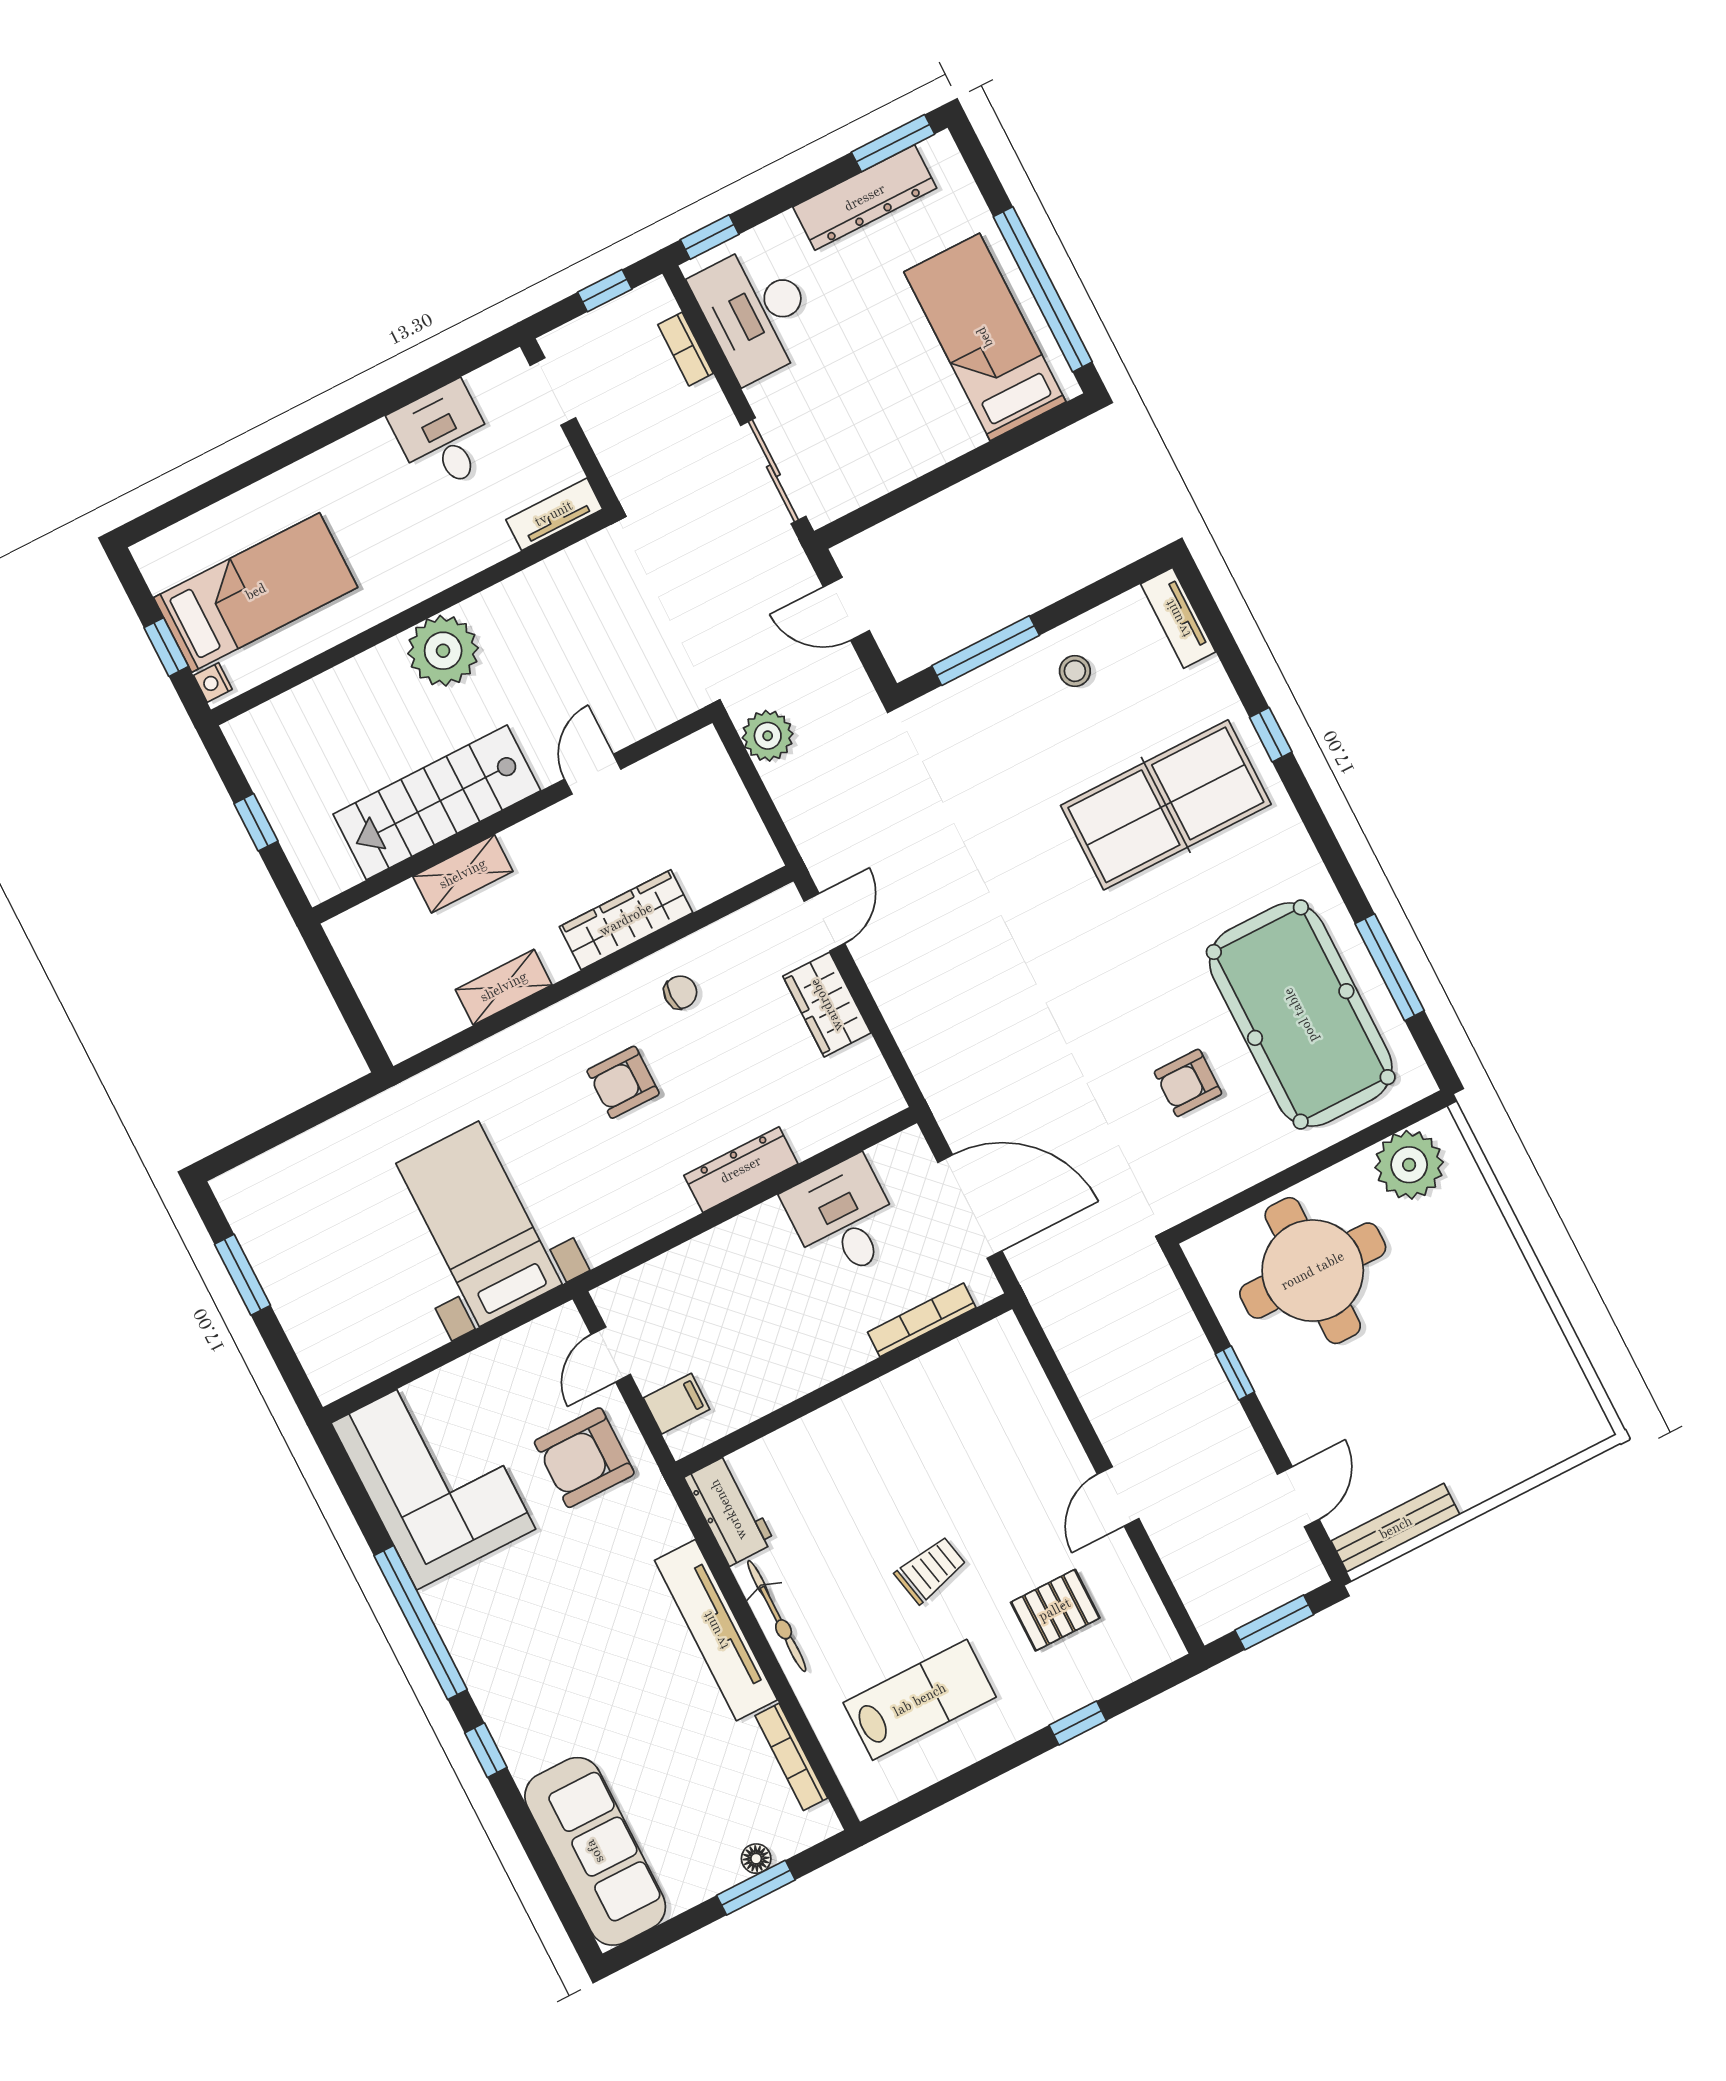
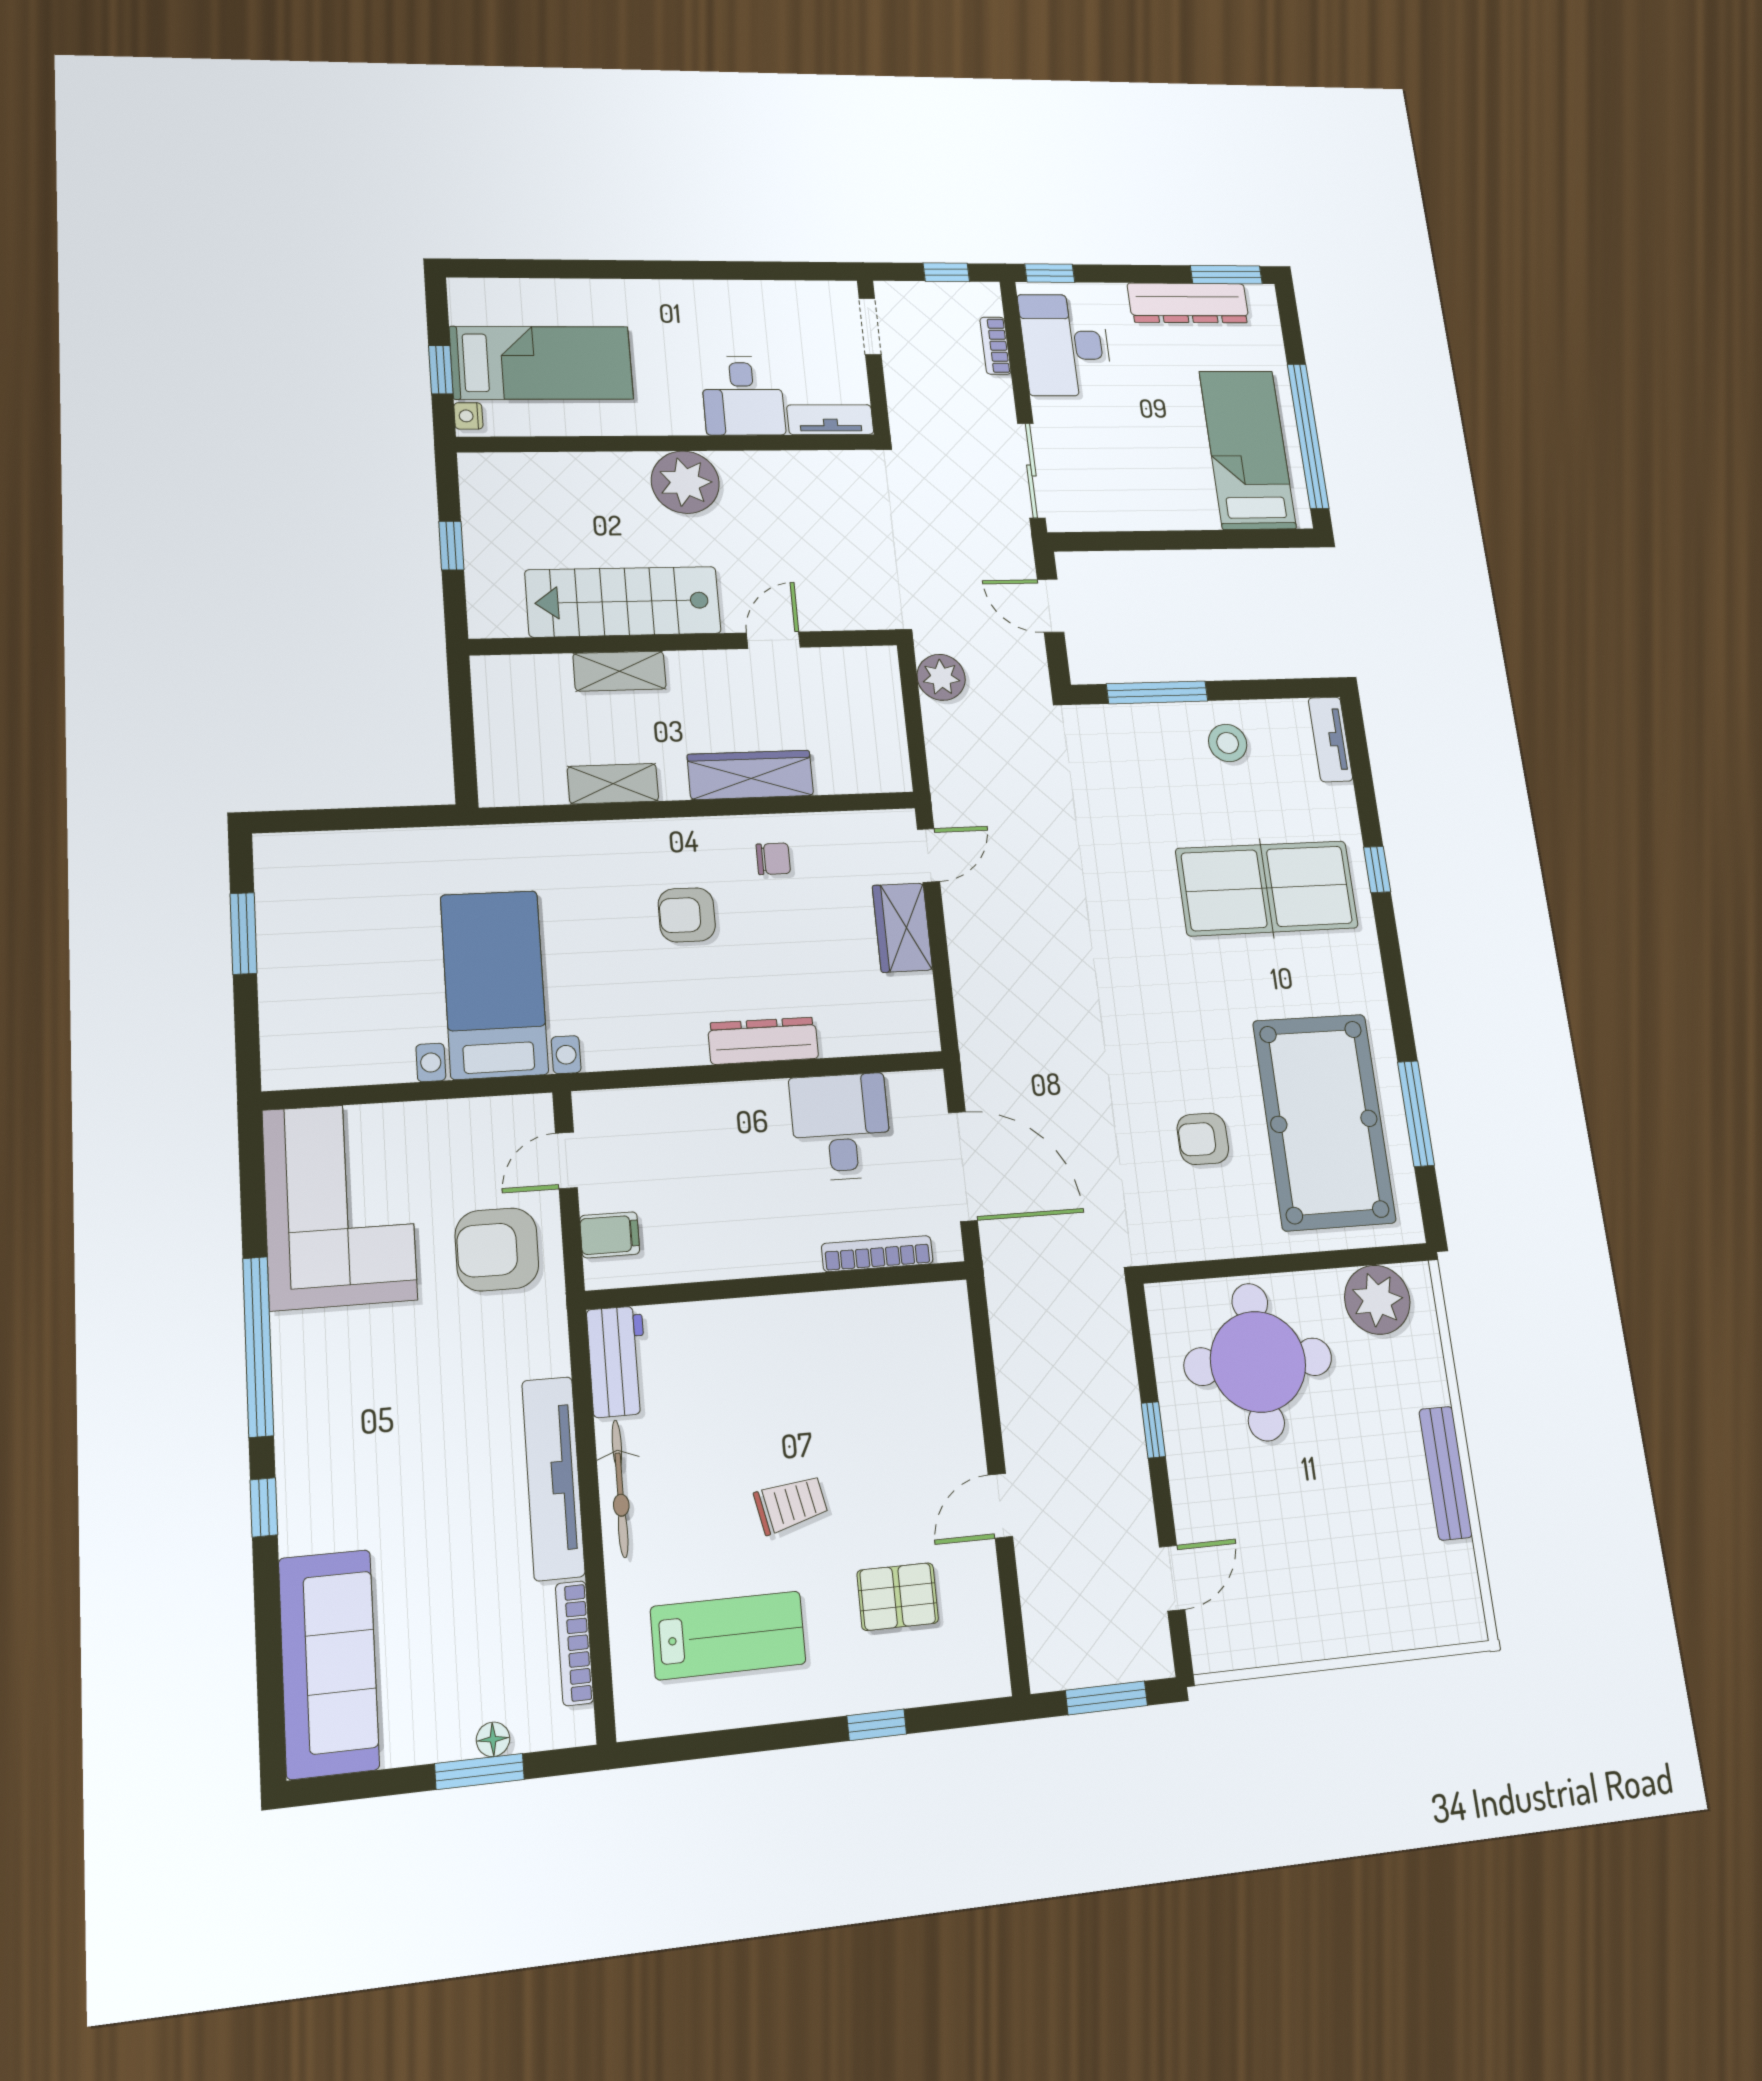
desk: (444, 437) -> (743, 396), moved, turned 180
stool: (1075, 671) -> (1228, 743), width x1.37, depth x1.37
bench: (1396, 1528) -> (1446, 1473), moved, turned 90

